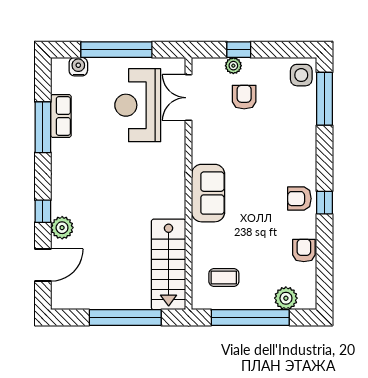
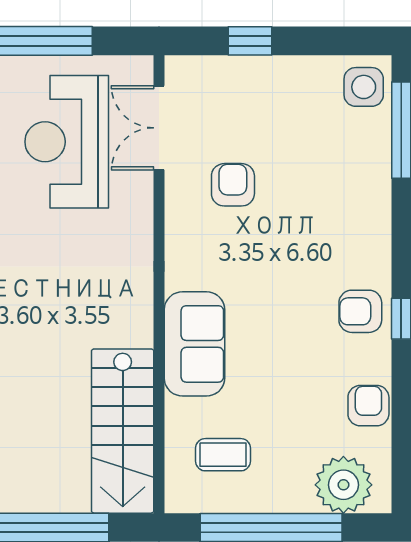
plant: (233, 66) -> (240, 70), removed
armchair: (244, 97) -> (233, 185), moved
sofa: (208, 193) -> (194, 344), moved
plant: (286, 298) -> (343, 485), width x1.36, depth x1.36

